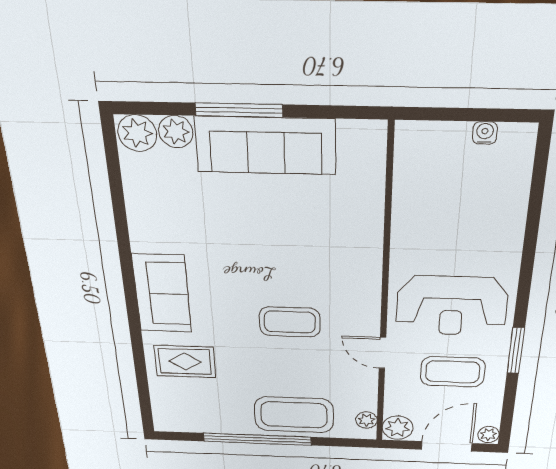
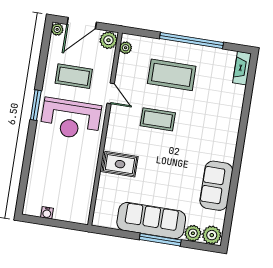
sofa: (162, 294) -> (216, 186), moved
reception desk: (452, 306) -> (71, 119), turned 180
window: (516, 351) -> (36, 105), moved
rug: (185, 362) -> (120, 164), moved
fireplace: (163, 410) -> (242, 68), added
coffee table: (294, 415) -> (172, 75), moved

